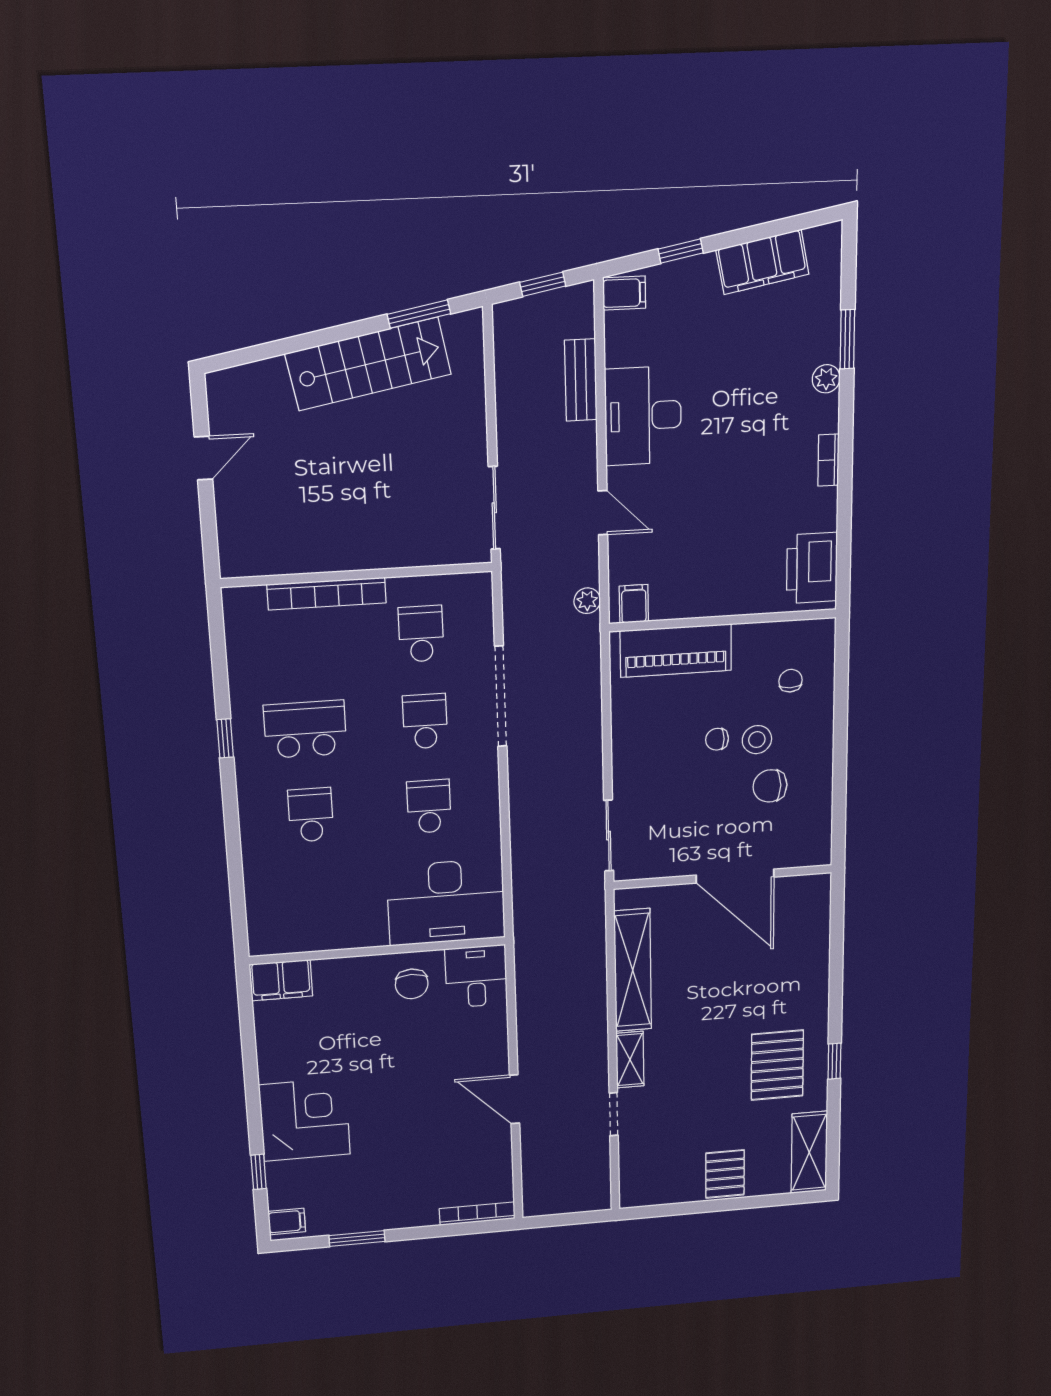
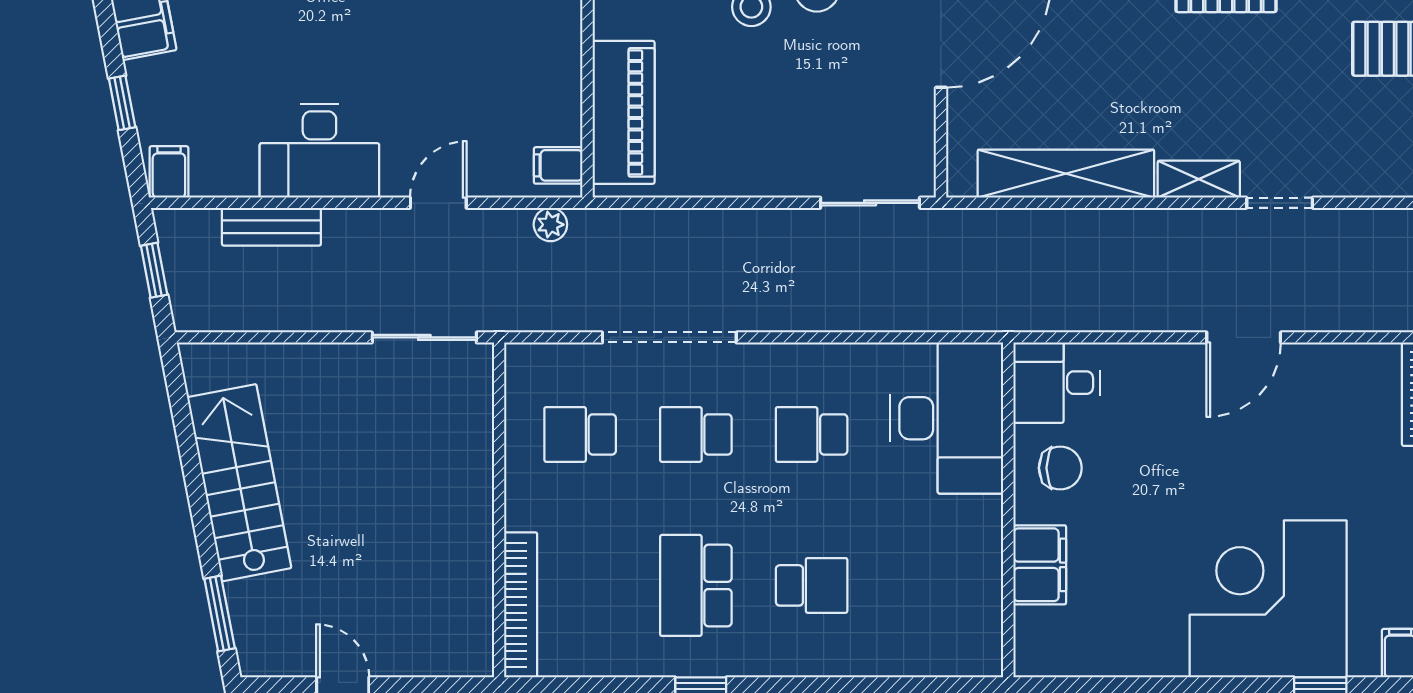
window: (419, 314) -> (220, 613), moved
bookcase: (327, 594) -> (521, 605), moved
chair: (717, 739) -> (747, 59), removed
school desk: (311, 815) -> (812, 585), turned 180
filing cabinet: (281, 980) -> (1040, 565), moved
corner desk: (305, 1120) -> (1268, 599), width x1.36, depth x1.36

